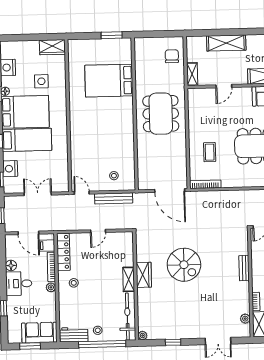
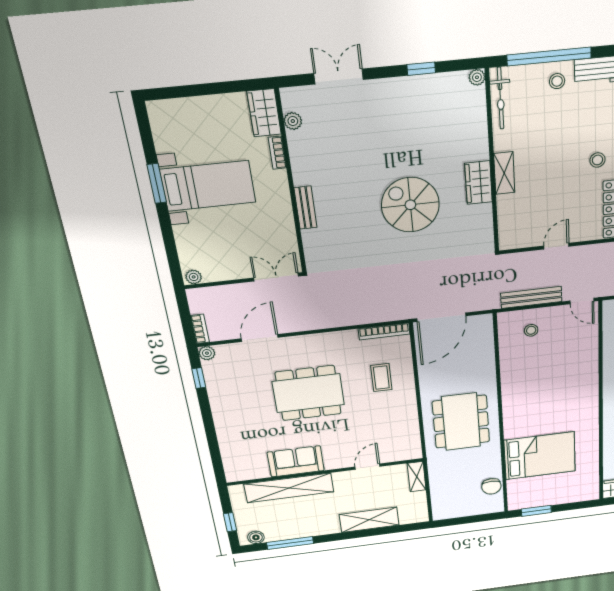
chair: (172, 56) -> (491, 486), moved
door: (170, 190) -> (441, 317), swing flipped
bicycle: (127, 317) -> (500, 98), width x0.73, depth x0.71

